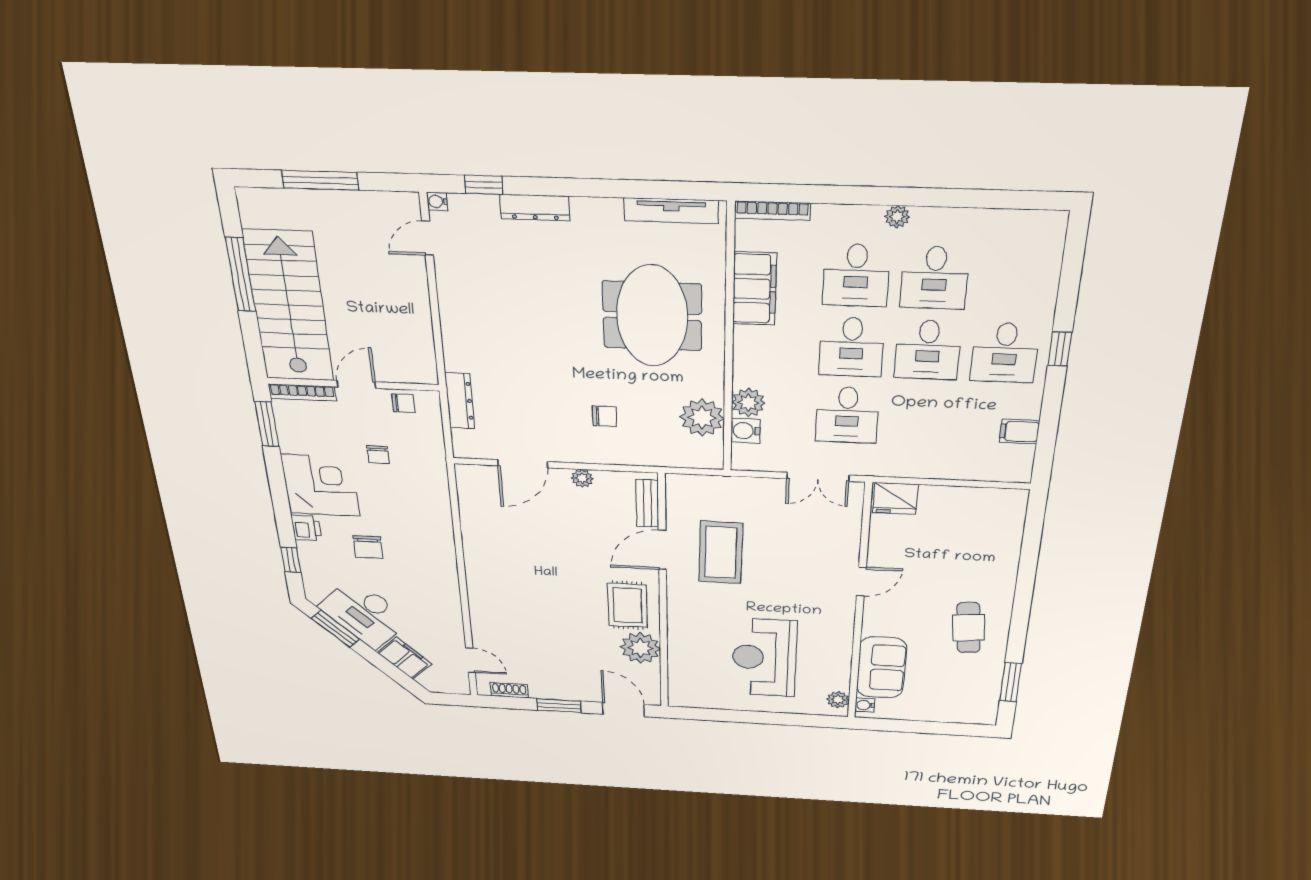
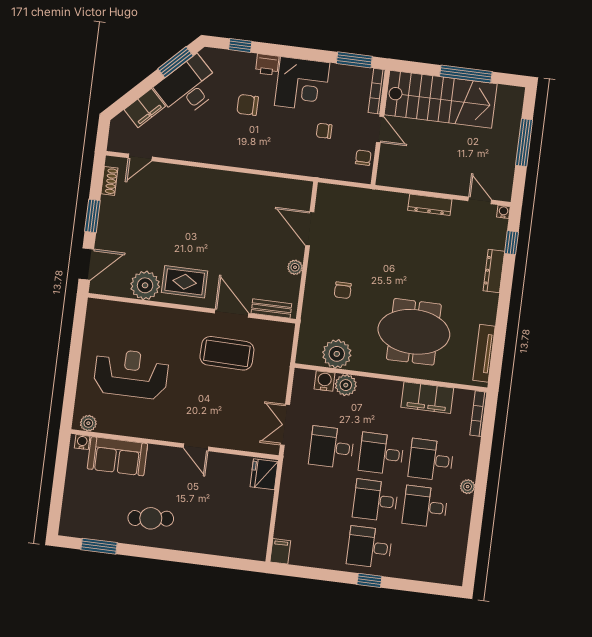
dresser: (460, 401) -> (430, 205), moved
chair: (403, 403) -> (363, 158), turned 180
filing cabinet: (1019, 432) -> (280, 551), moved

